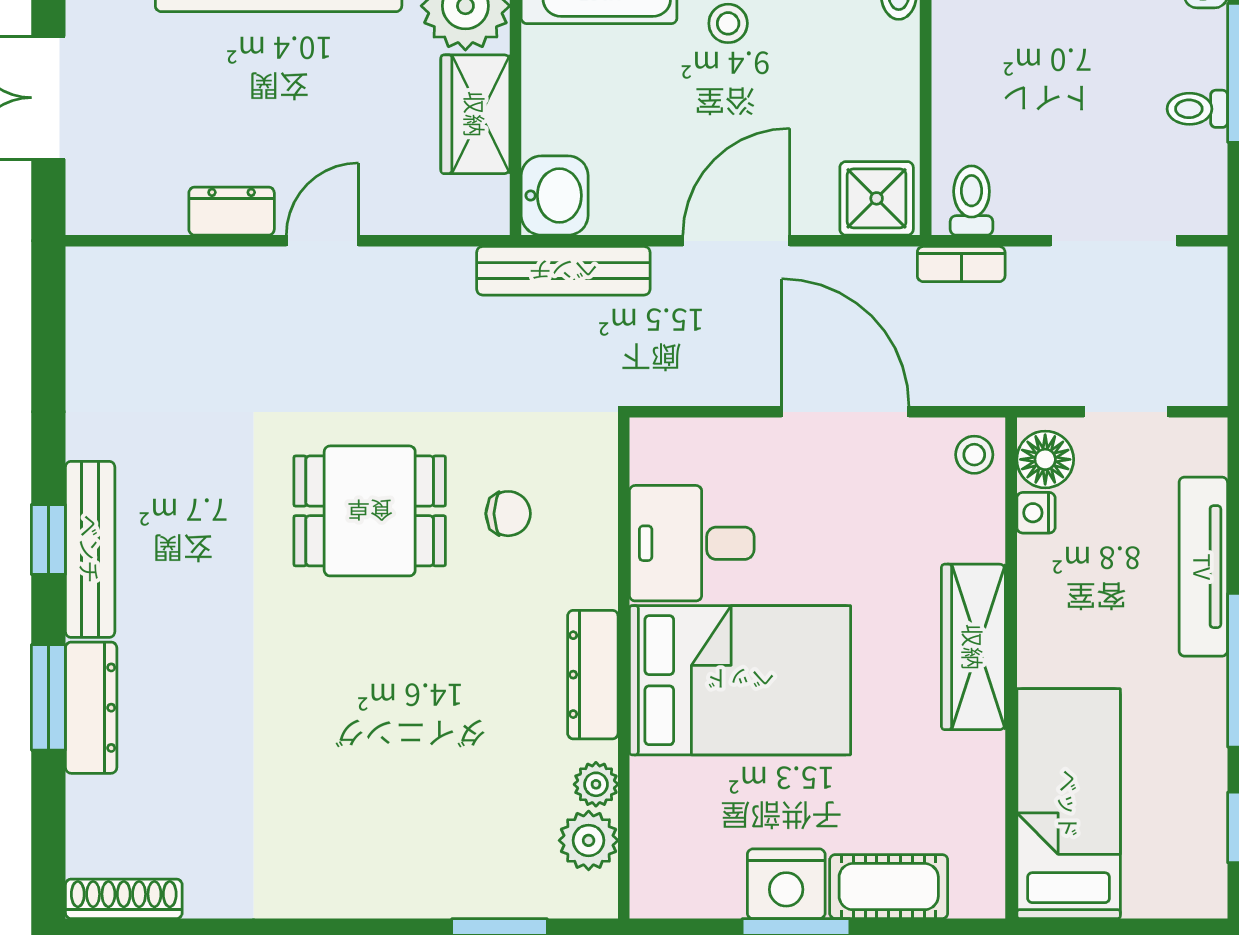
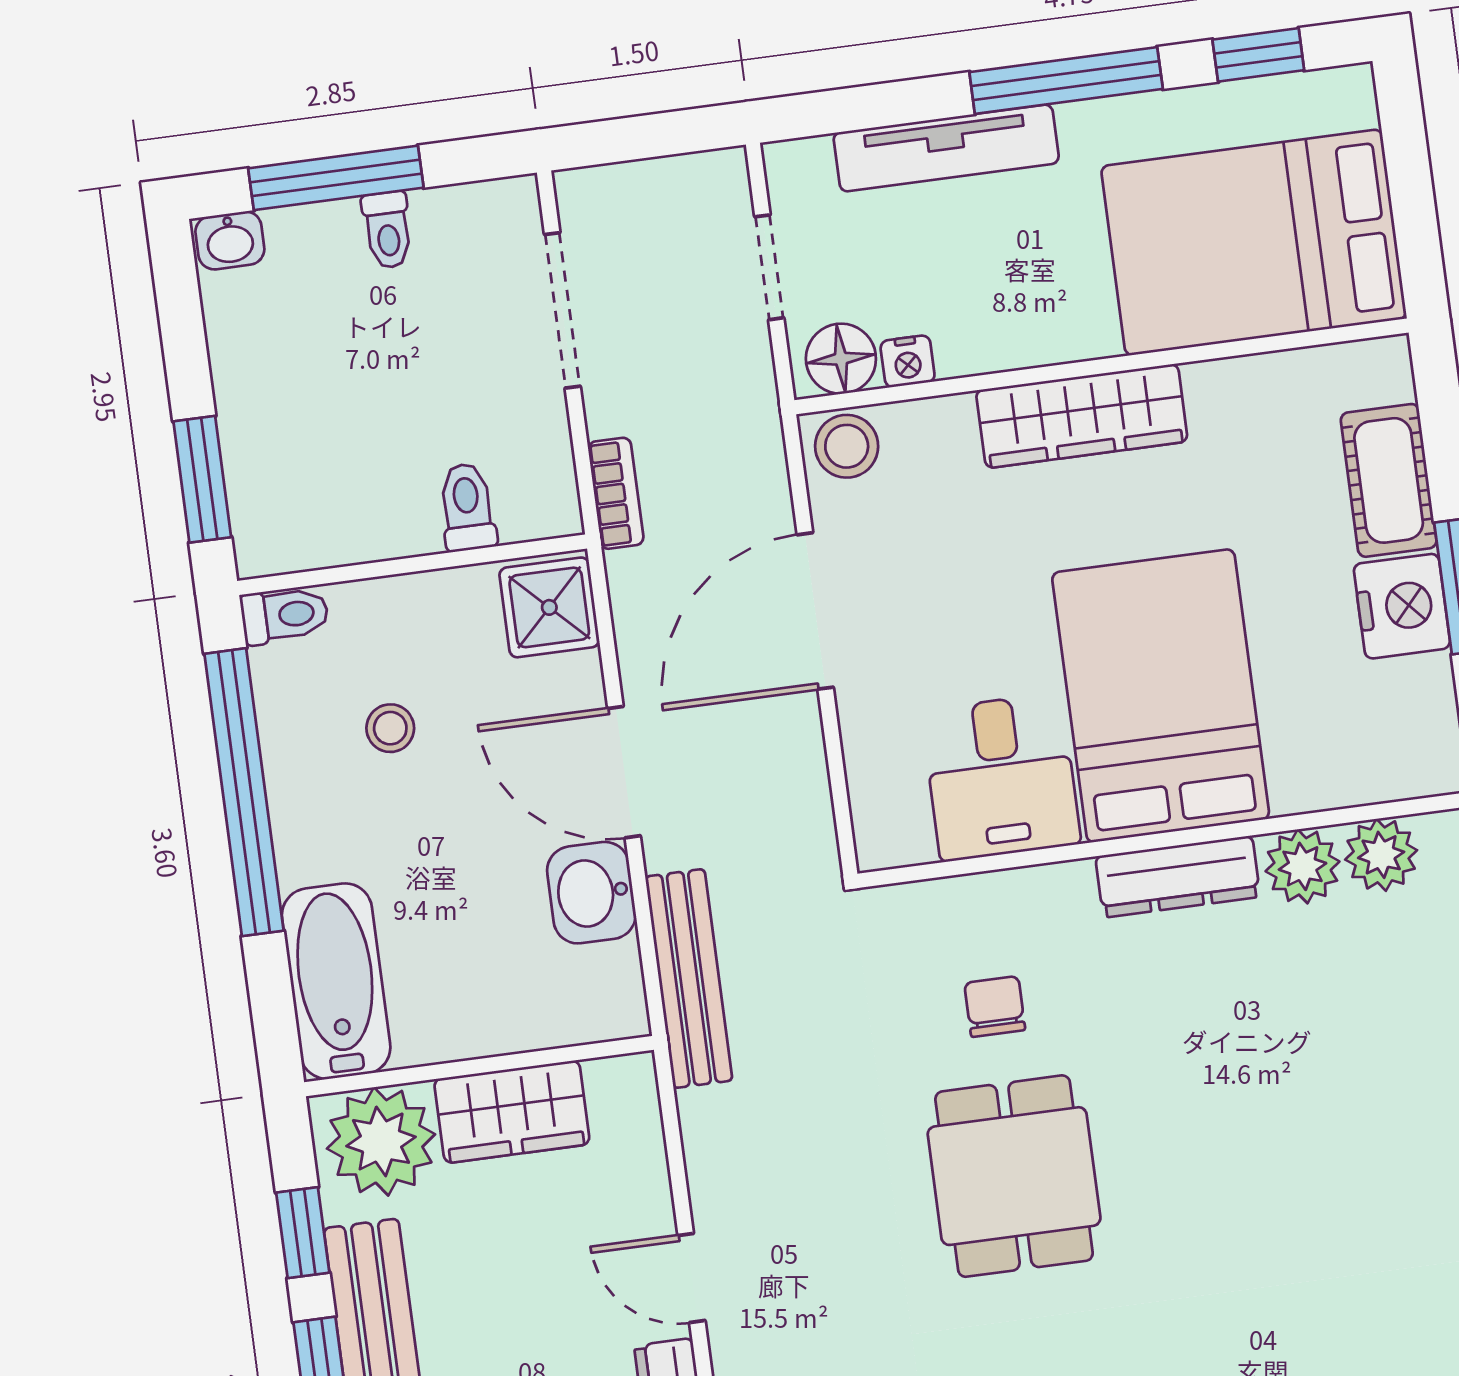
stool: (728, 23) -> (390, 728), moved
washbasin: (555, 196) -> (591, 893), moved, turned -90
toilet: (972, 200) -> (467, 507), moved, turned 90
stool: (974, 455) -> (847, 446), width x1.37, depth x1.37
plant: (596, 784) -> (1303, 866), width x1.38, depth x1.38
bed: (1069, 804) -> (1254, 242), width x1.50

